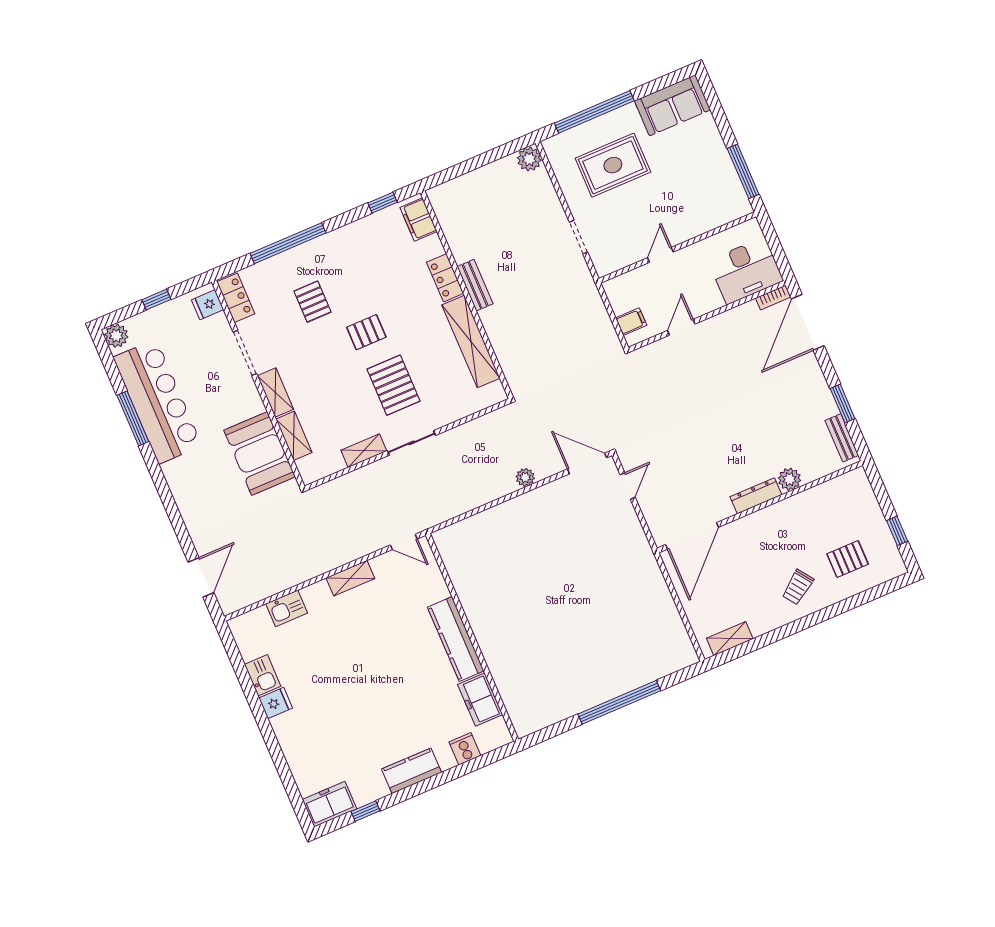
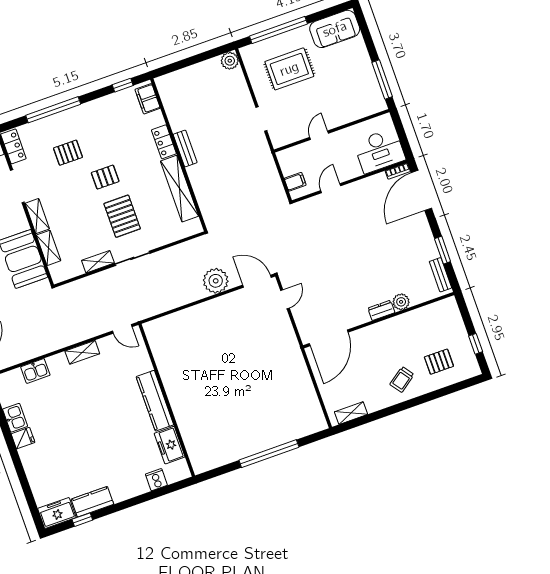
pallet: (312, 302) -> (68, 153), turned 90
plant: (525, 477) -> (216, 281), width x1.88, depth x1.88
dresser: (756, 496) -> (381, 310), width x0.70
kitchen counter: (412, 771) -> (92, 502), moved

